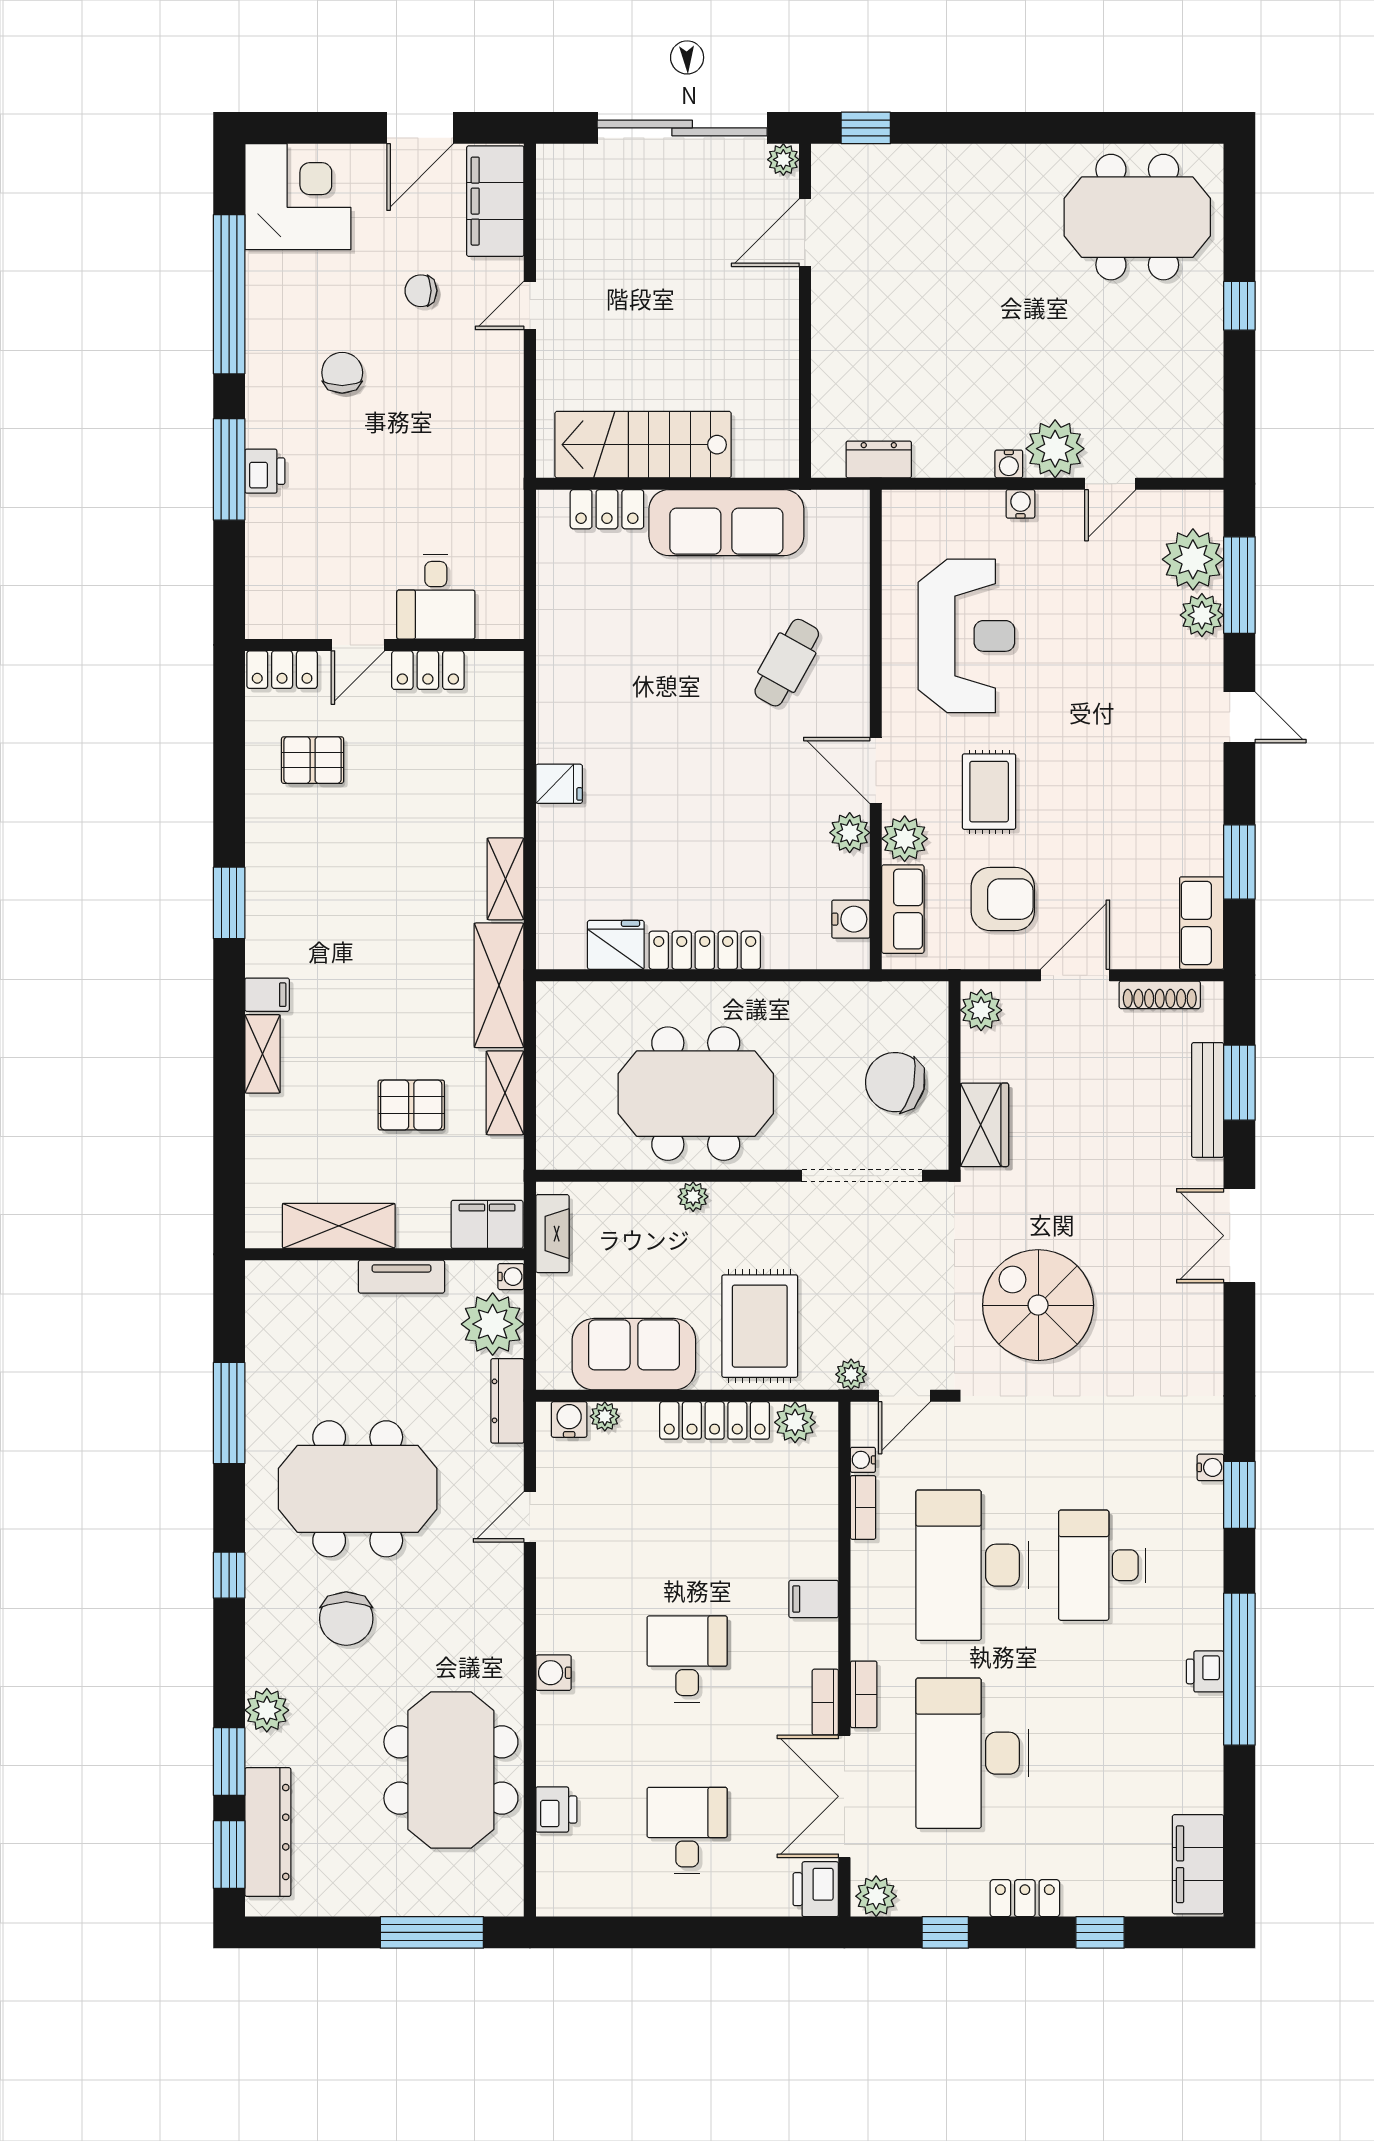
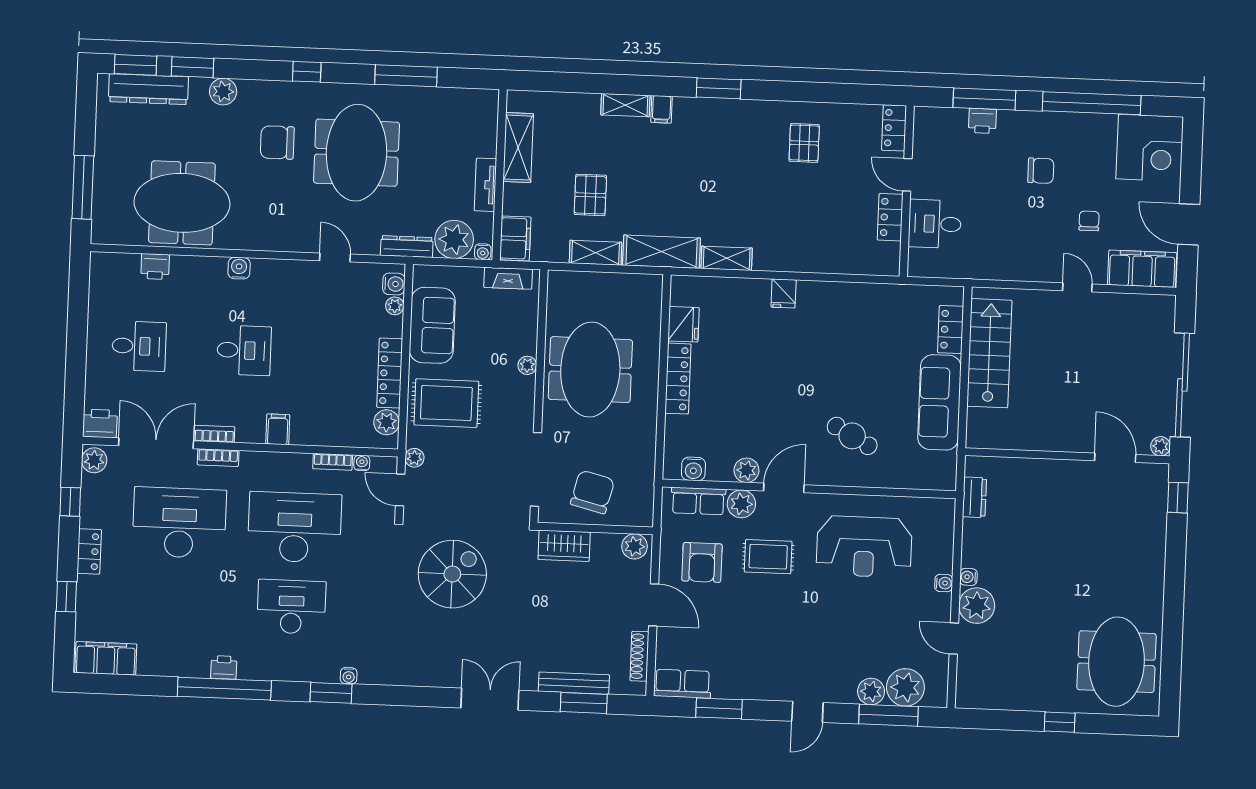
desk: (436, 597) -> (935, 224), moved
door: (358, 645) -> (907, 175), moved
wall: (384, 645) -> (907, 191), moved
locker: (282, 670) -> (894, 128), moved
locker: (428, 670) -> (890, 217), moved

